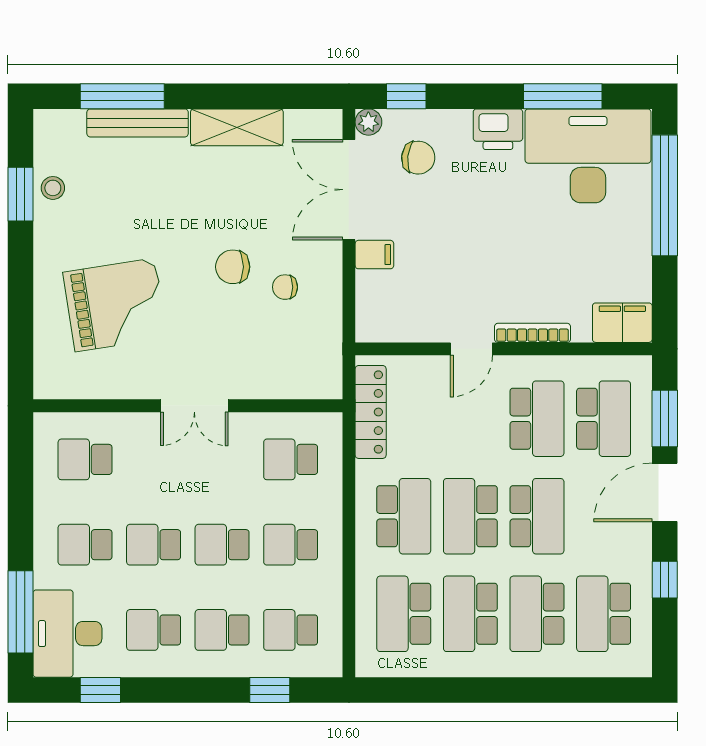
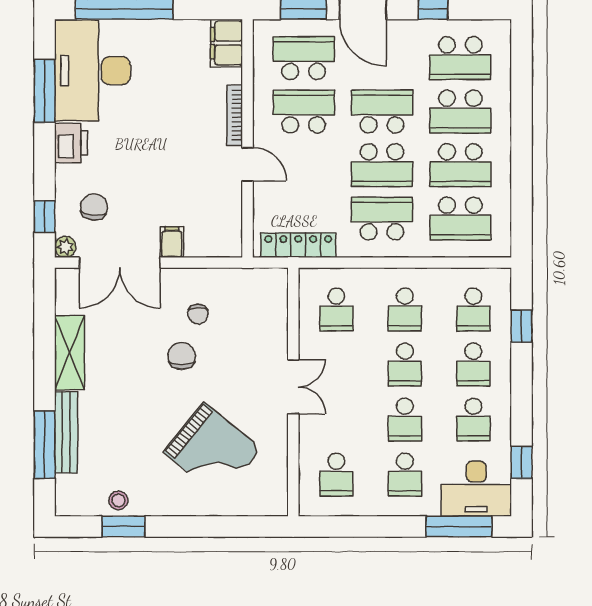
chair: (233, 267) -> (182, 356), turned 180
grand piano: (115, 305) -> (212, 450), turned 138

